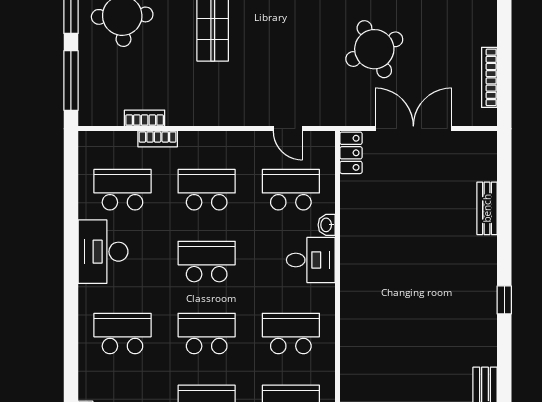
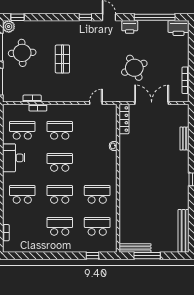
door: (288, 129) -> (96, 103), swing flipped
locker: (351, 153) -> (124, 119), width x1.53
school desk: (291, 190) -> (97, 130), removed
desk: (311, 260) -> (106, 162), removed

